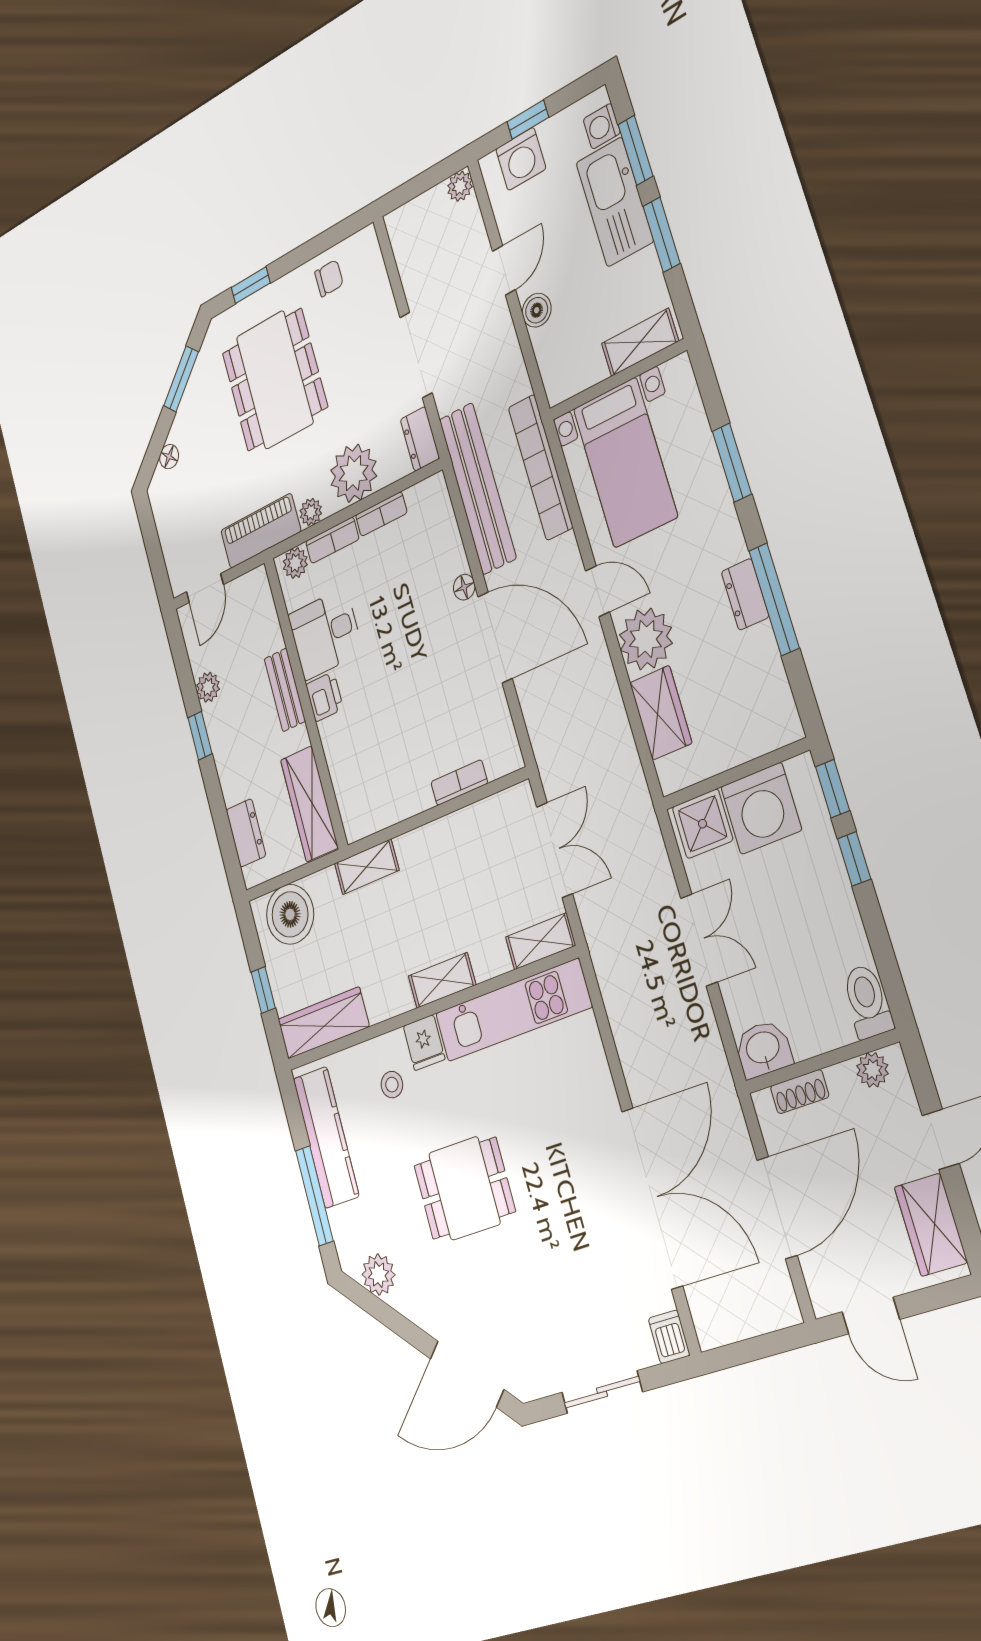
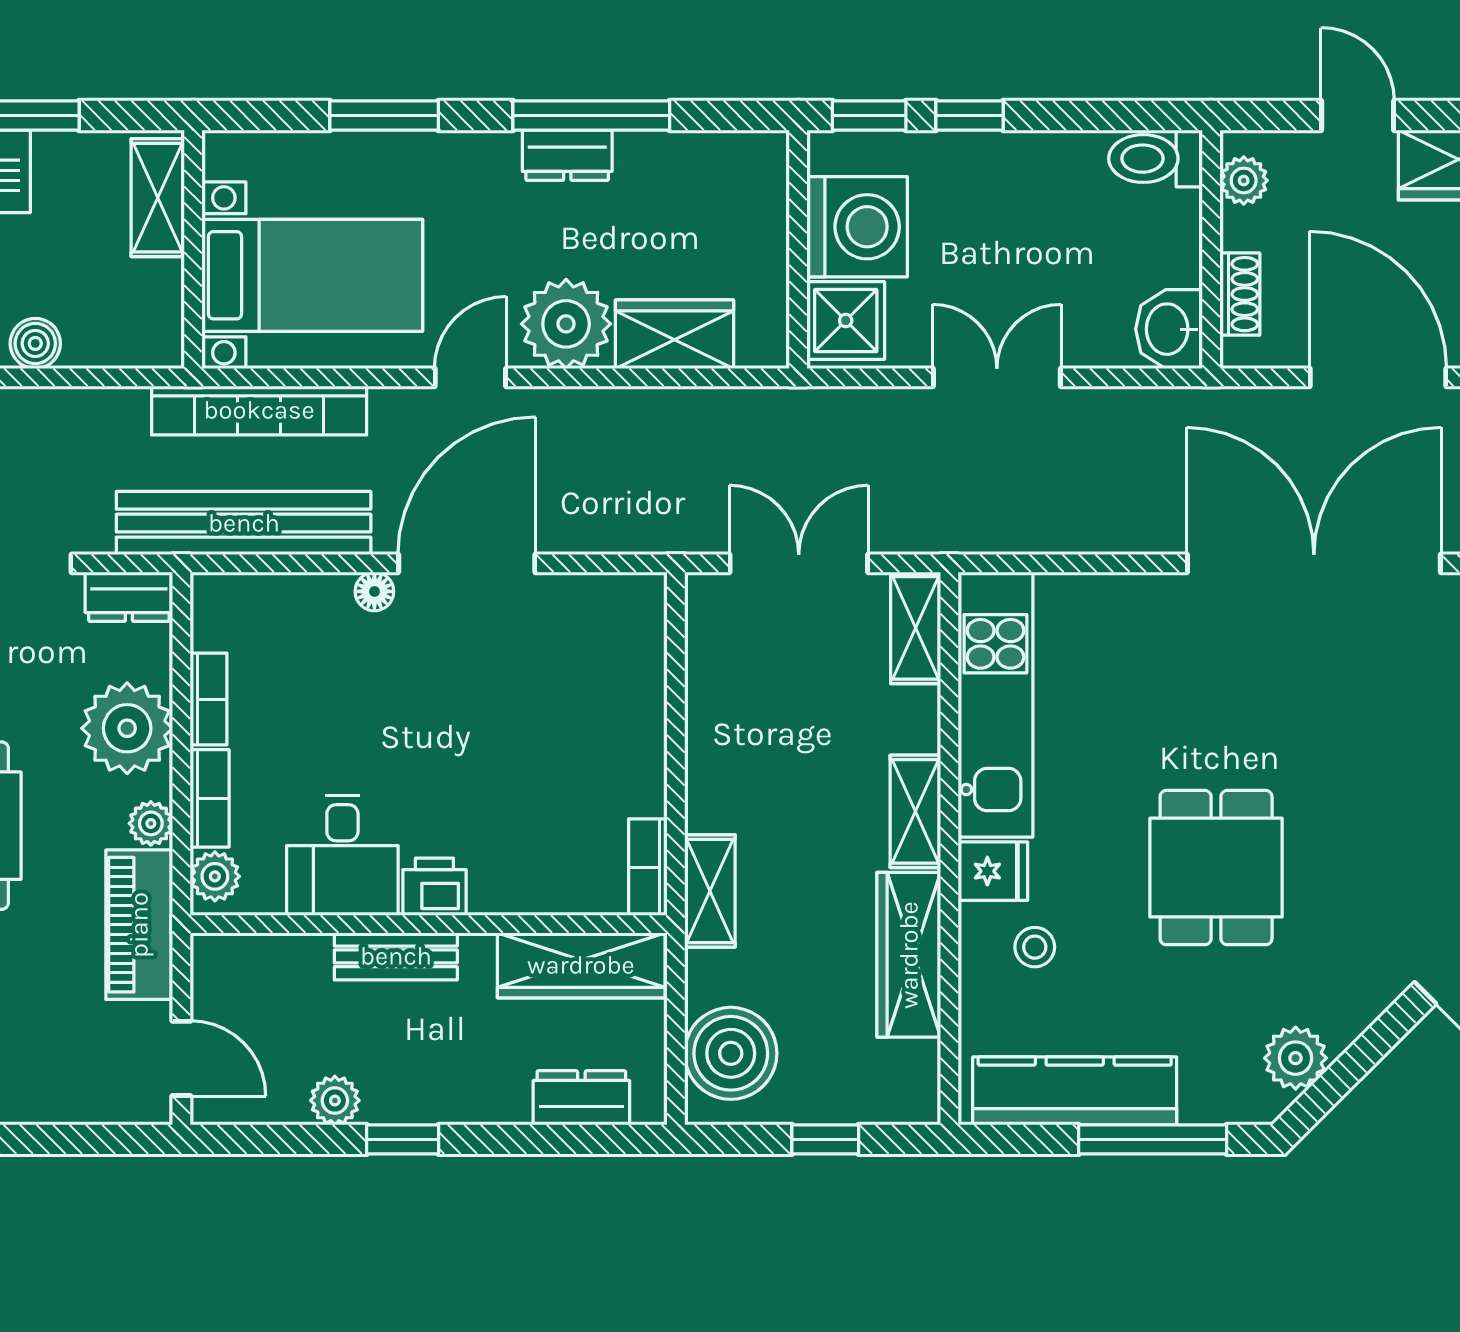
bookcase: (459, 783) -> (648, 867), moved
wardrobe: (323, 1023) -> (909, 955), moved

